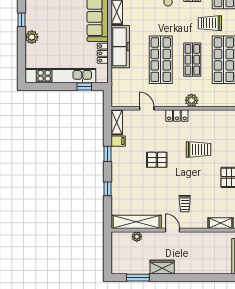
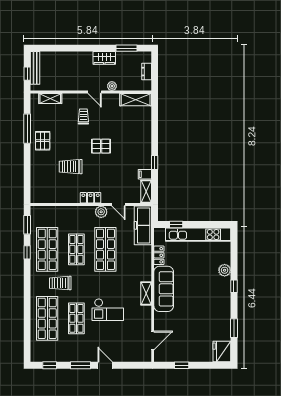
trolley: (210, 23) -> (60, 283), turned 180
freezer: (120, 47) -> (143, 225), moved
plant: (192, 100) -> (101, 212), moved
pallet: (157, 160) -> (101, 146), moved
window: (107, 189) -> (155, 130), removed
shelving: (136, 222) -> (136, 100), width x0.68
plant: (137, 237) -> (112, 86), moved
dresser: (116, 252) -> (147, 72), added

